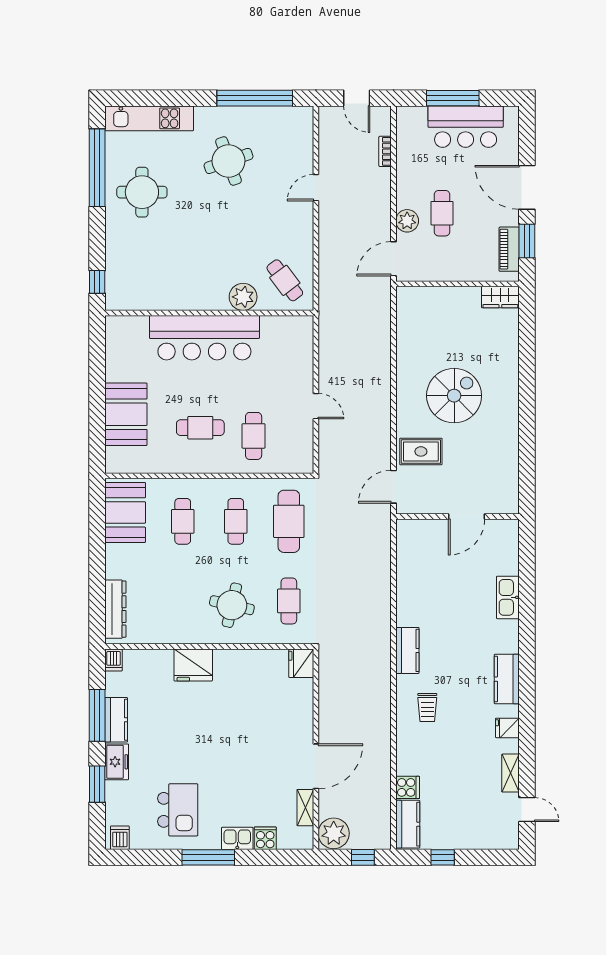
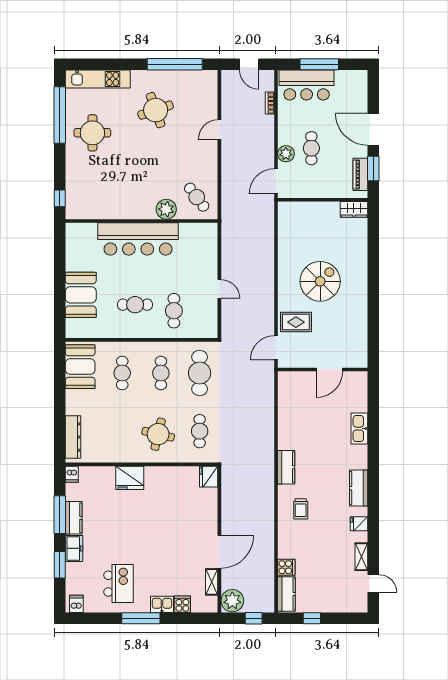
bar counter: (466, 127) -> (307, 85), moved

